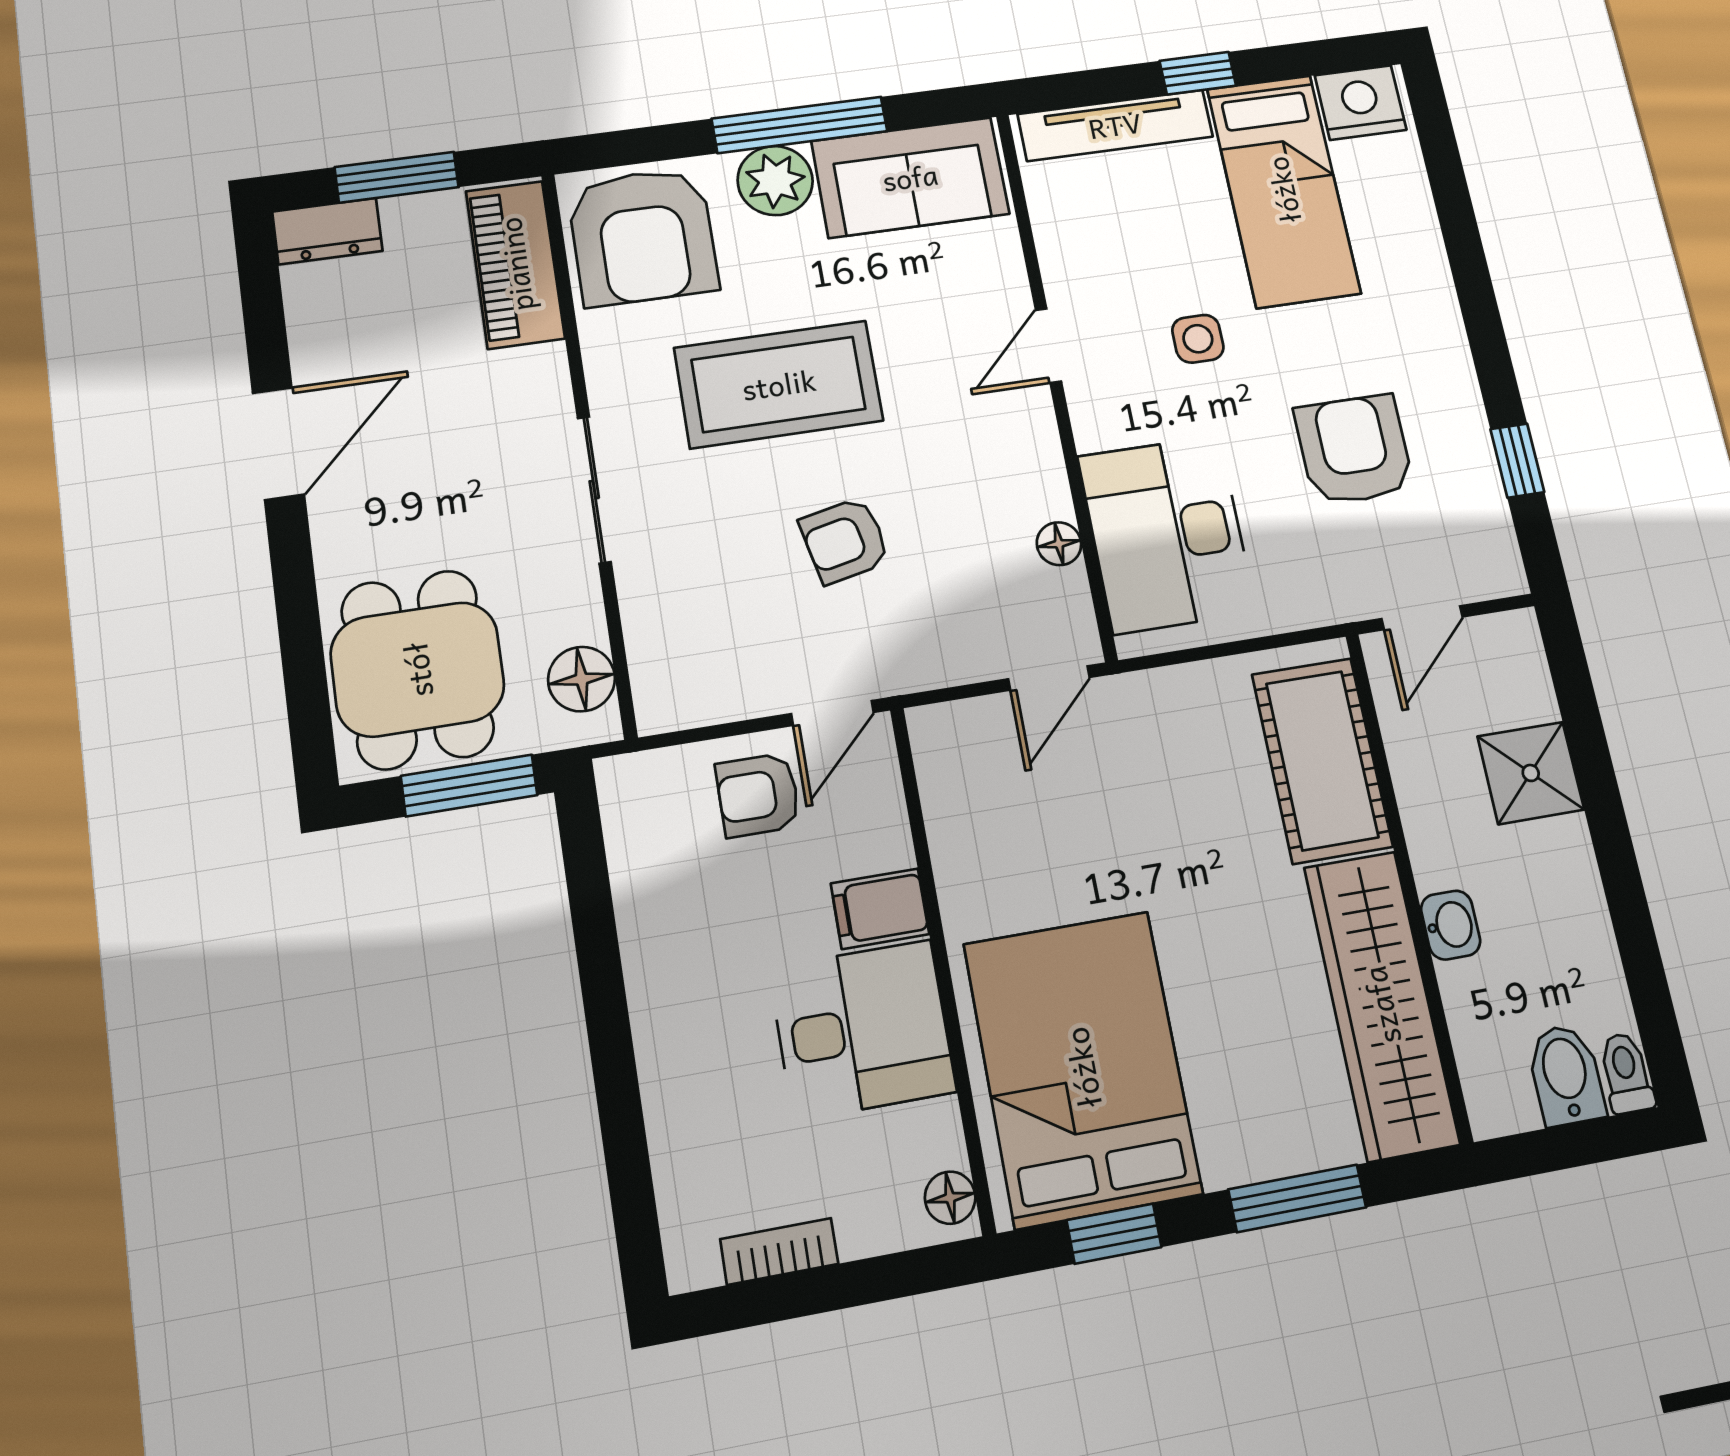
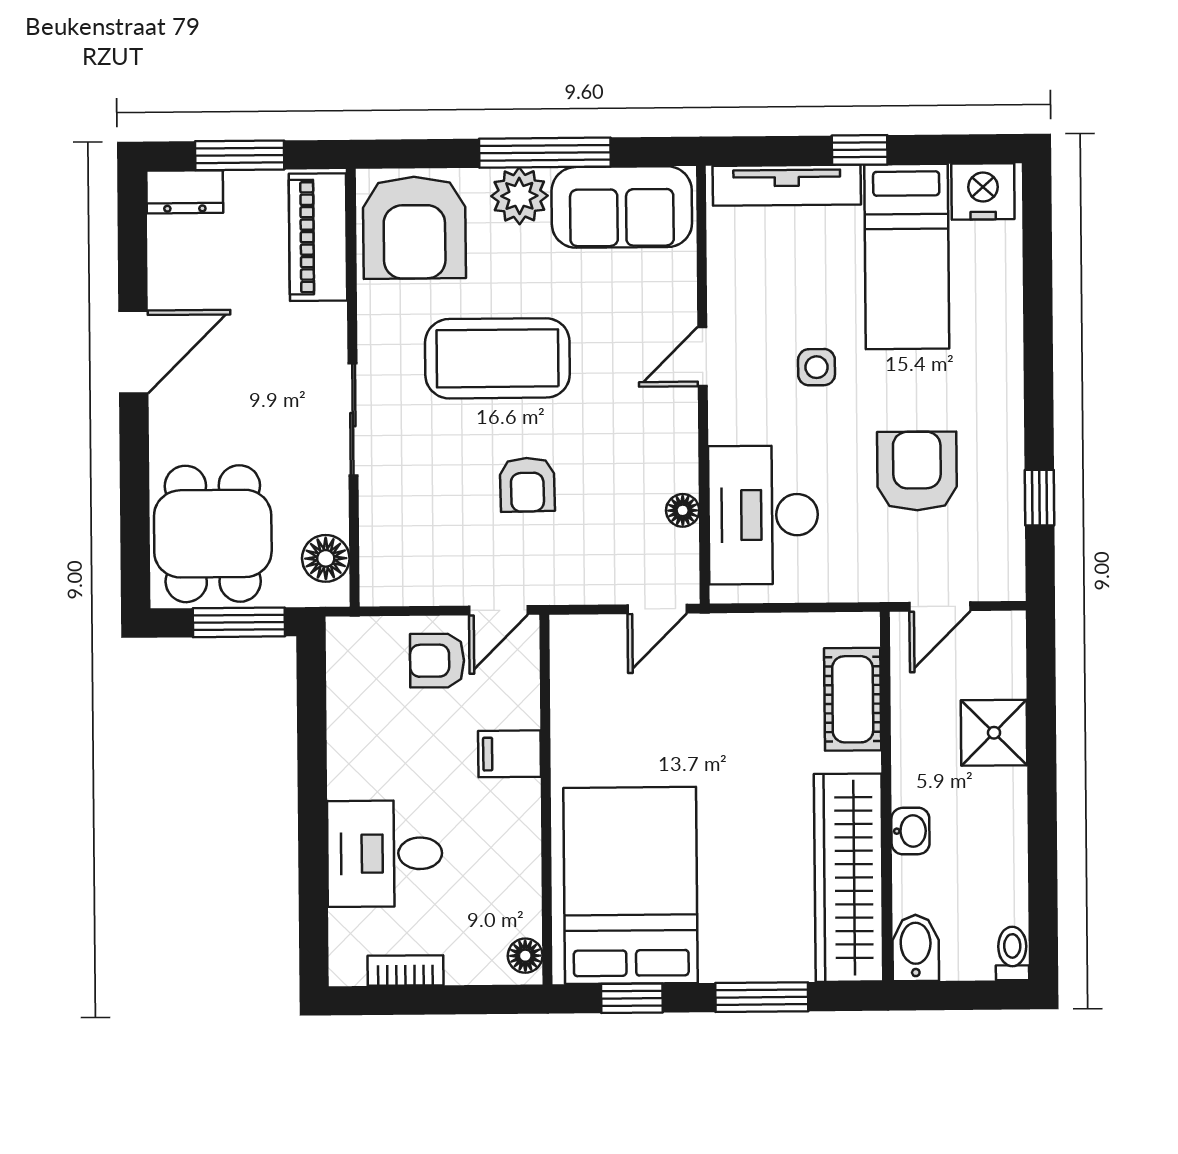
armchair: (845, 540) -> (527, 485), turned -79
cot: (1322, 760) -> (853, 699), width x0.73, depth x0.75
desk: (862, 1030) -> (385, 854), moved, turned 180
bidet: (1566, 1075) -> (916, 948), moved

